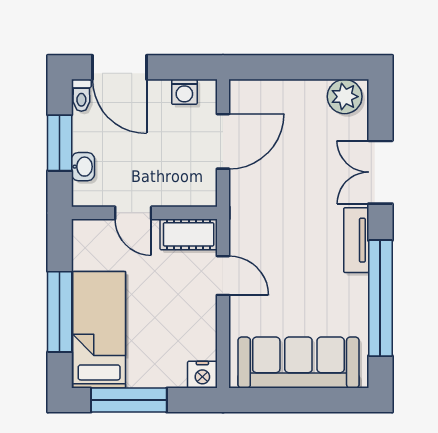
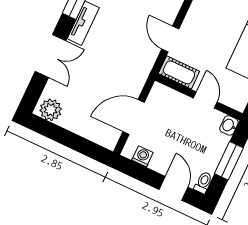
door: (119, 67) -> (173, 188), width x0.73
washbasin: (83, 167) -> (229, 125), moved

